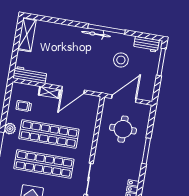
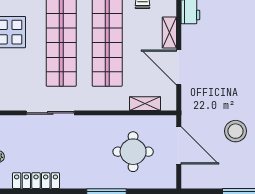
shelving: (93, 116) -> (145, 104), added

